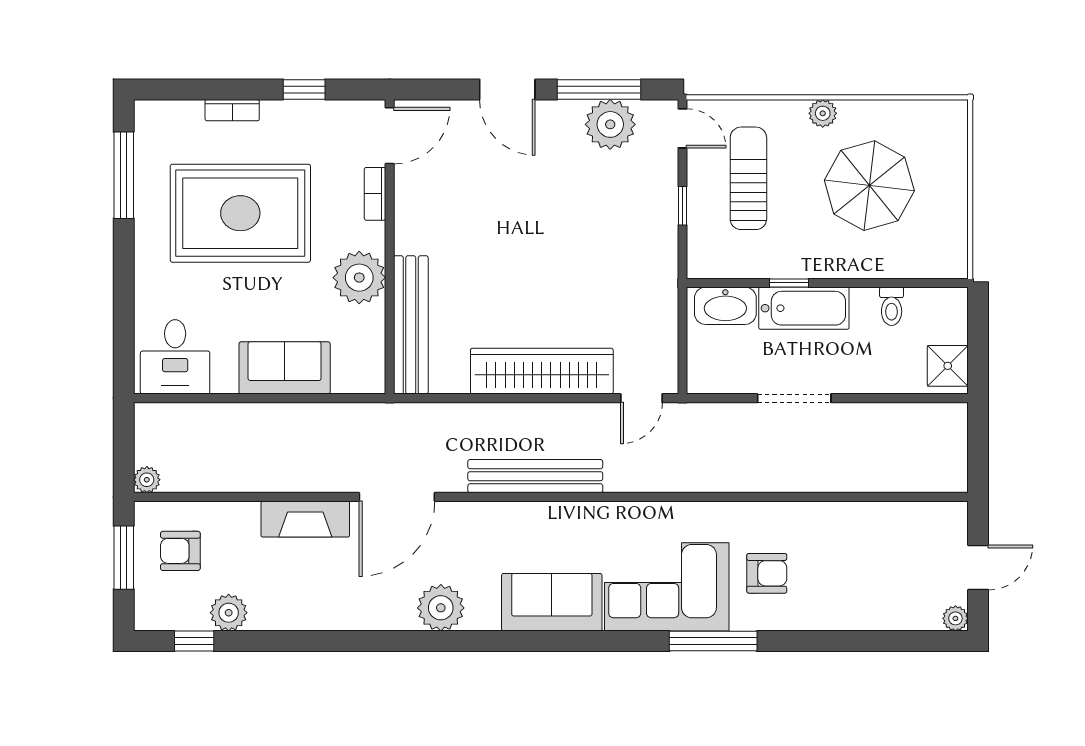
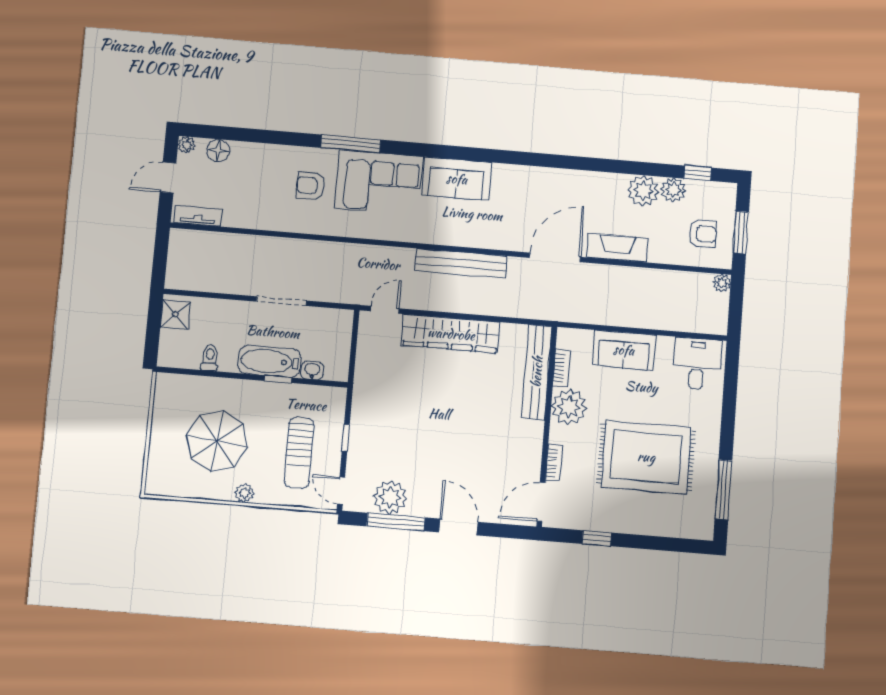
bookcase: (232, 110) -> (561, 368), moved, turned 90
washbasin: (725, 306) -> (312, 370), width x0.52, depth x0.69
tv unit: (928, 514) -> (198, 216), added
plant: (441, 608) -> (643, 191), moved
floor lamp: (908, 614) -> (218, 150), added

